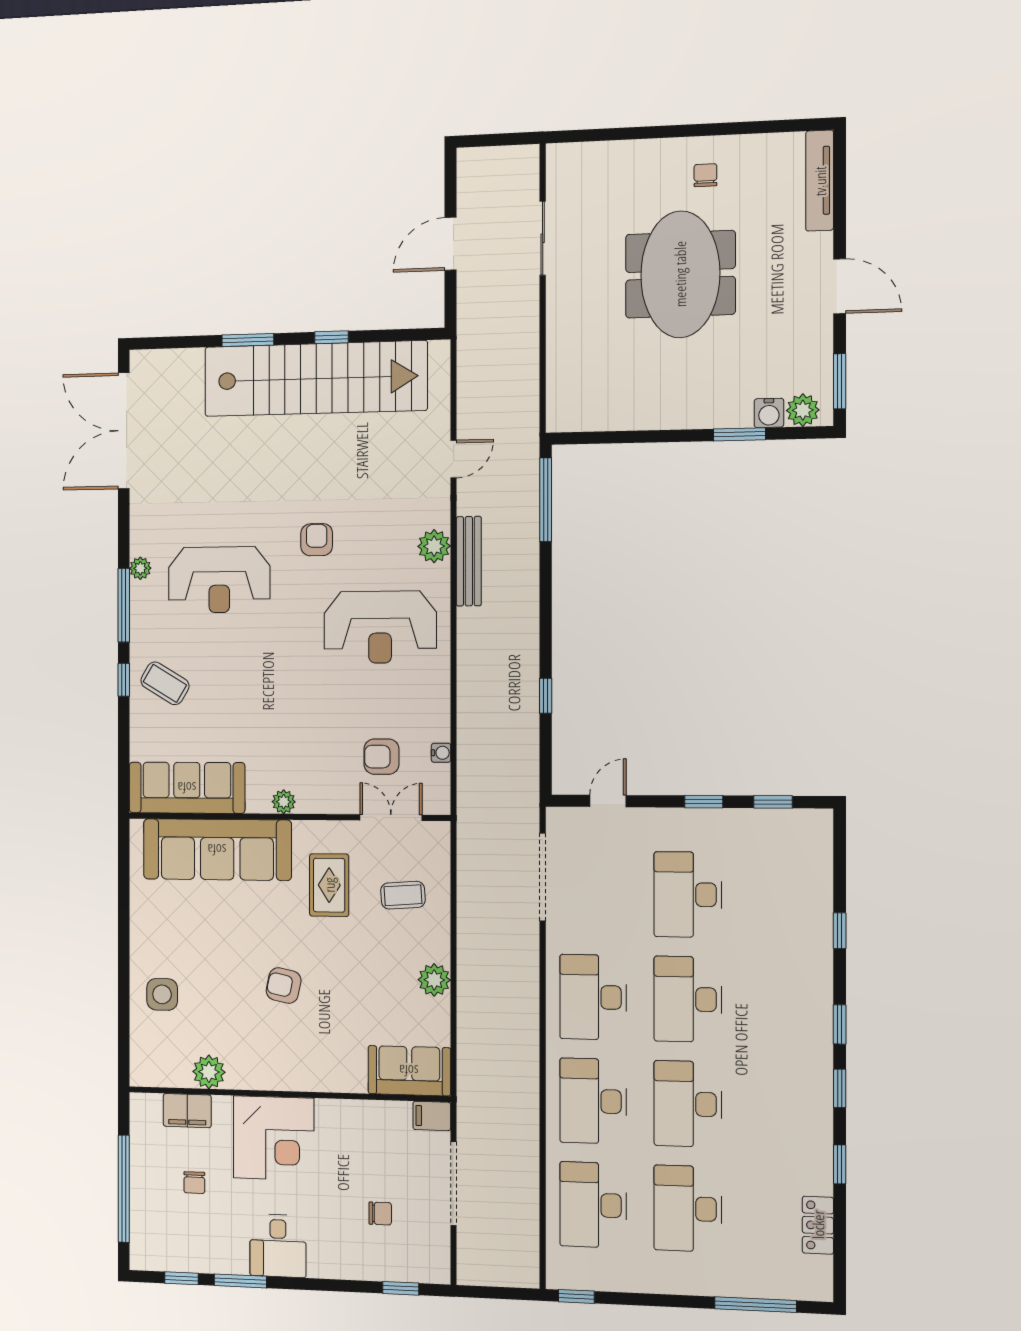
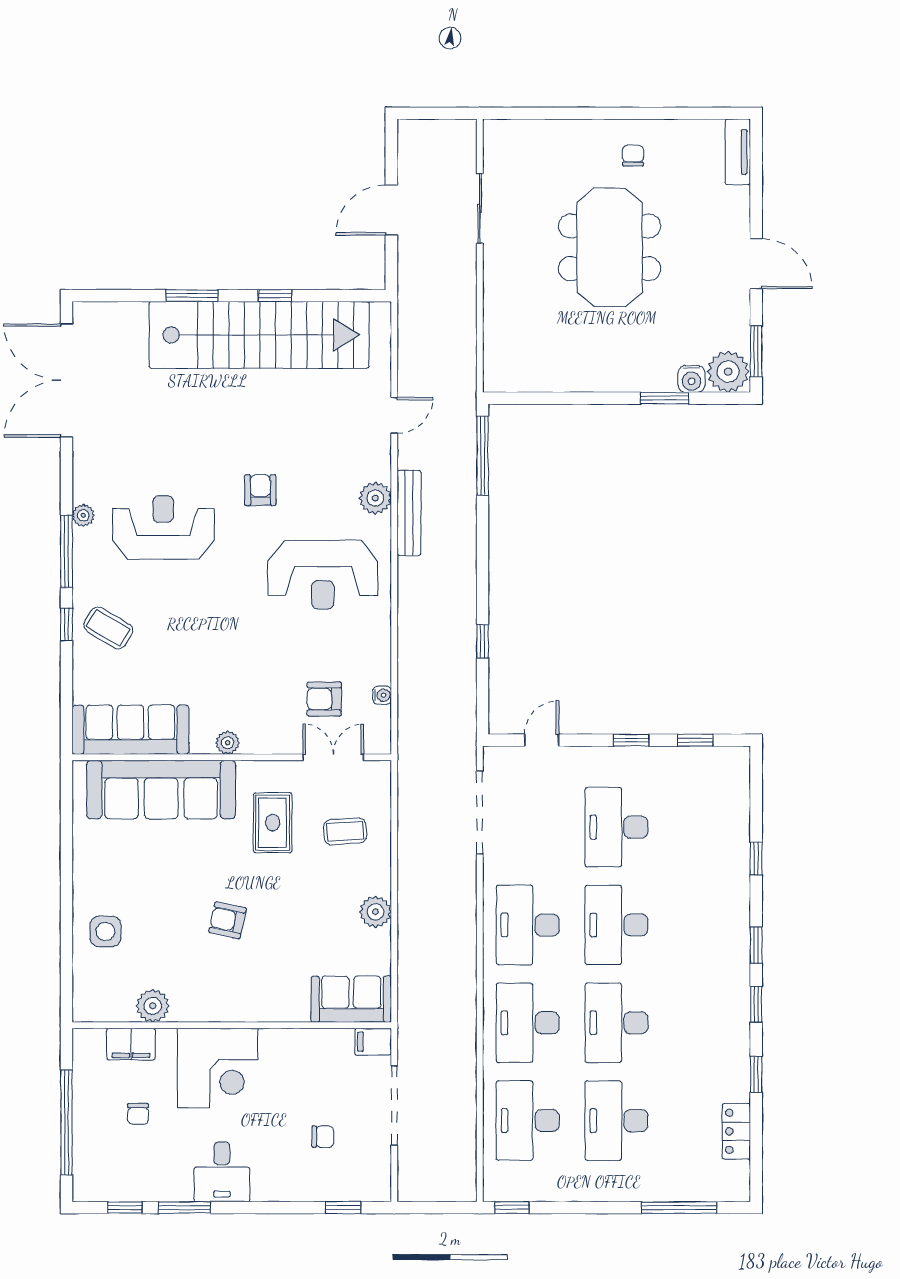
tv unit: (820, 181) -> (738, 152), width x0.71
plant: (803, 410) -> (728, 372), width x1.36, depth x1.36
reception desk: (219, 580) -> (163, 528), turned 180

